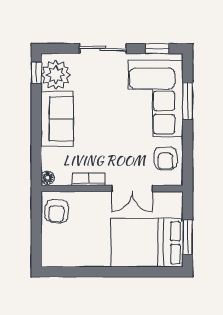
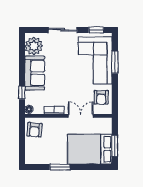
window: (36, 73) -> (22, 93), moved
double door: (132, 189) -> (81, 116), swing flipped
window: (98, 272) -> (60, 167), added

